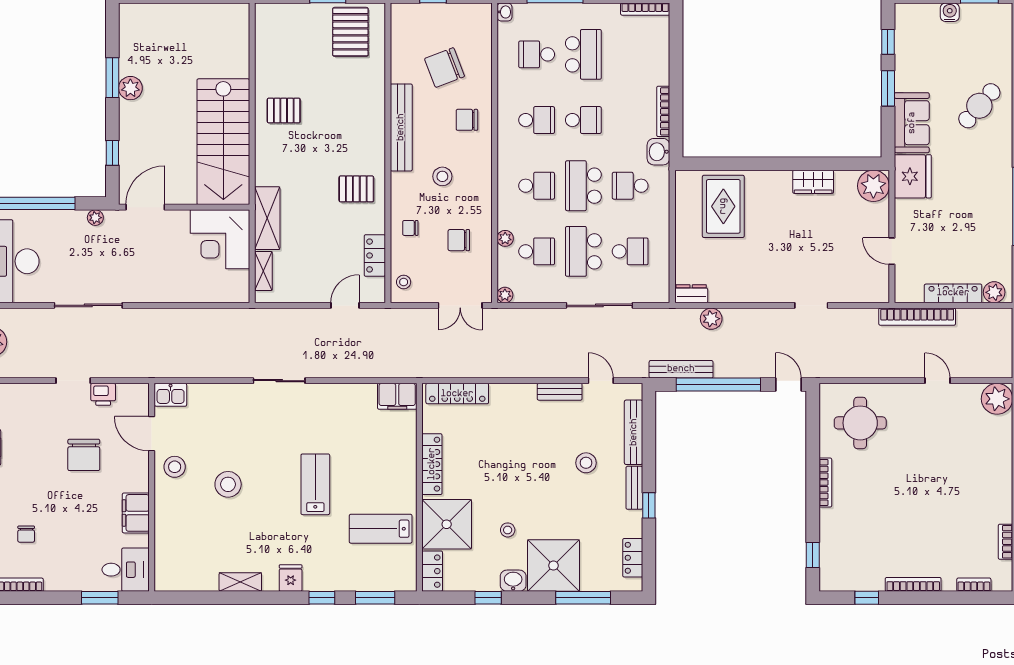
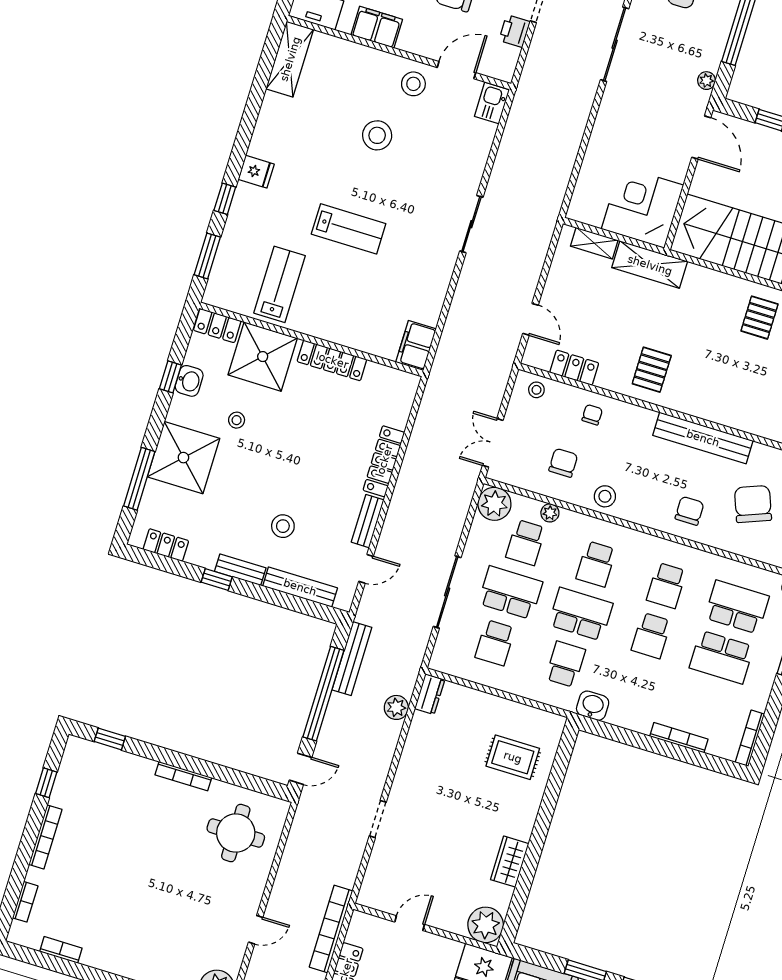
school desk: (537, 54) -> (737, 607), width x1.85
bookcase: (663, 111) -> (679, 738), moved
stool: (442, 176) -> (605, 496), moved
rug: (723, 206) -> (513, 757), width x0.73, depth x0.70
plant: (505, 295) -> (494, 504), width x1.88, depth x1.88
locker: (457, 394) -> (384, 461), moved
washbasin: (513, 581) -> (189, 381), moved
shelving: (240, 582) -> (290, 59), moved, width x1.50, depth x1.33

